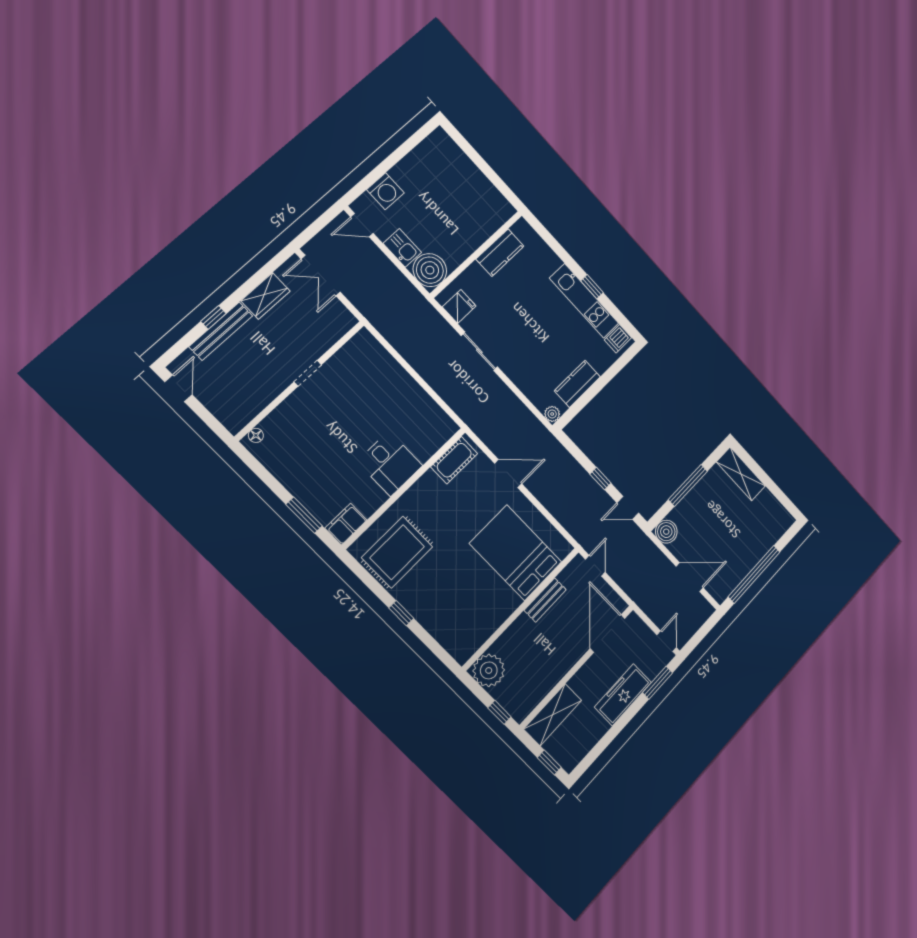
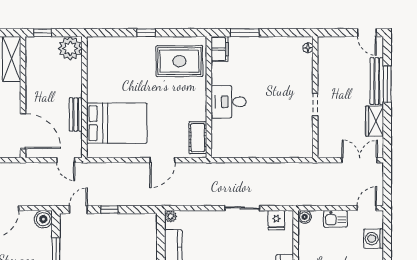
boiler: (430, 270) -> (305, 217), width x0.54, depth x0.54
window: (213, 317) -> (387, 84), width x2.17
rug: (397, 552) -> (179, 61), turned 90

